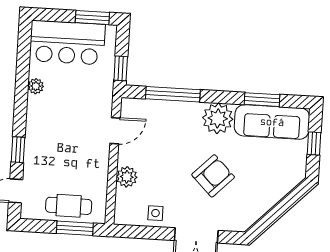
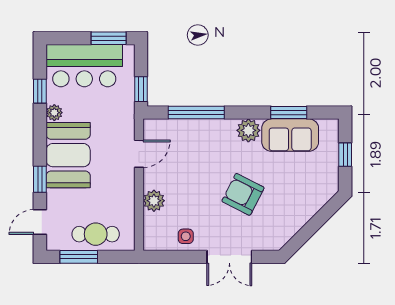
window: (23, 65) -> (40, 91), added
plant: (218, 118) -> (248, 130), width x0.73, depth x0.73
sofa: (272, 122) -> (290, 135), width x0.73
booth: (47, 128) -> (68, 155), added
armchair: (213, 176) -> (243, 194), turned -108
window: (75, 228) -> (79, 257), moved

